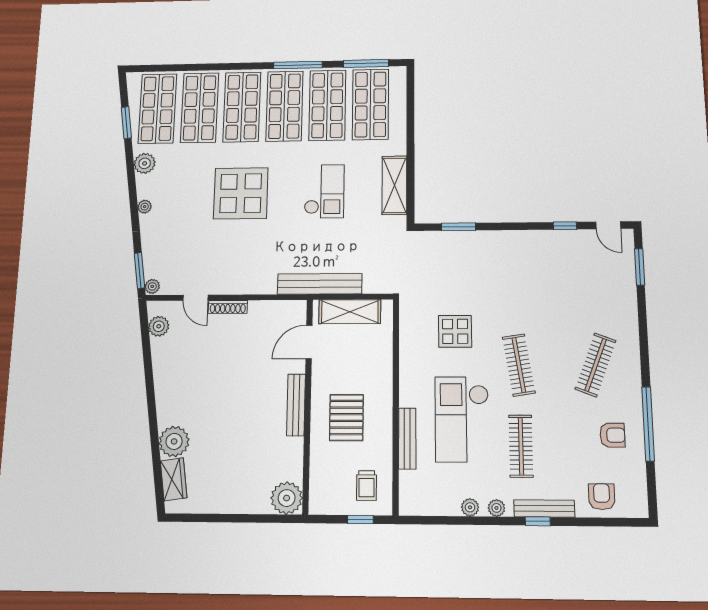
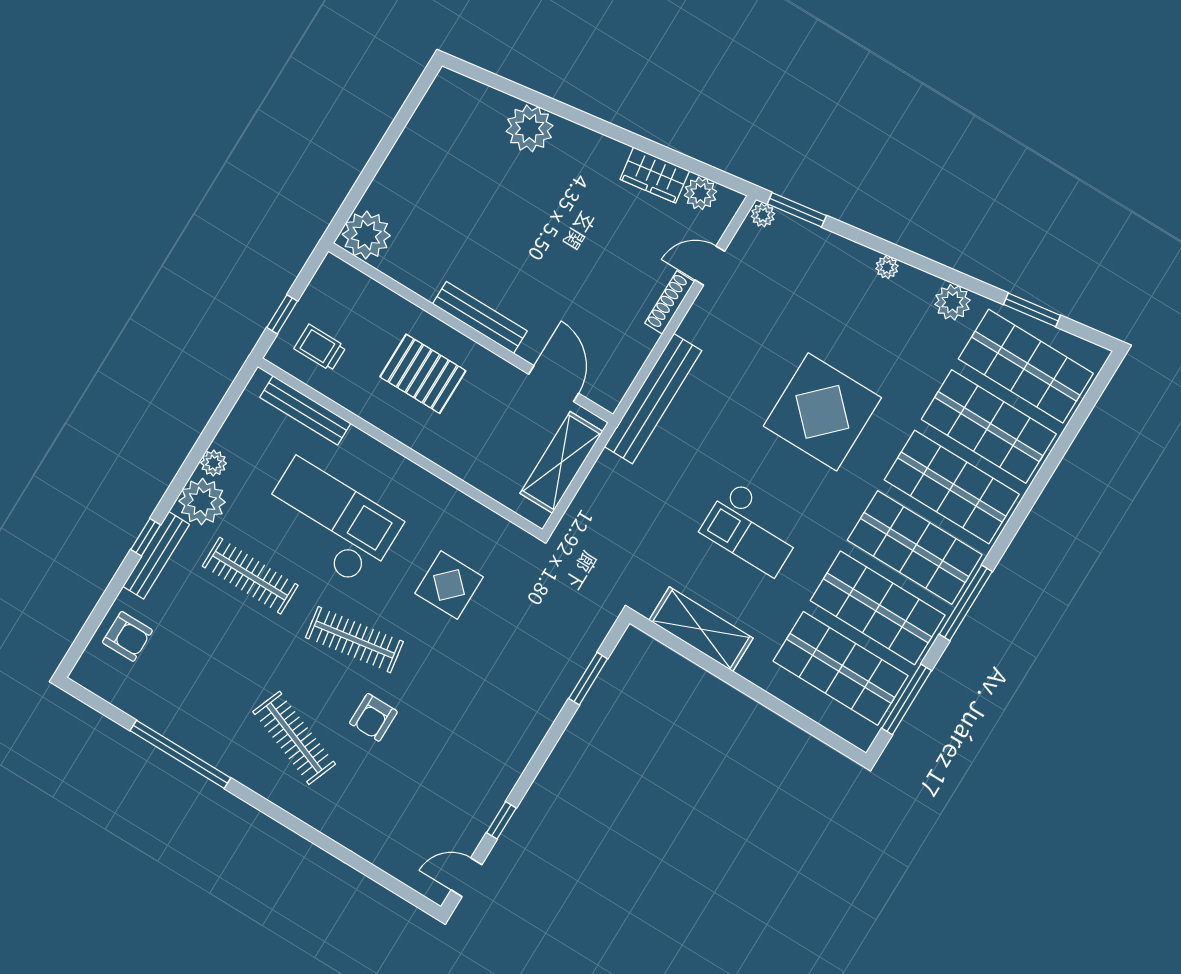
window: (640, 267) -> (386, 880), removed
bench: (320, 284) -> (653, 399), moved
armchair: (612, 435) -> (373, 717), moved
bench: (407, 438) -> (305, 410), moved
wardrobe: (174, 479) -> (655, 175), moved
plant: (496, 508) -> (202, 502), width x1.88, depth x1.88

